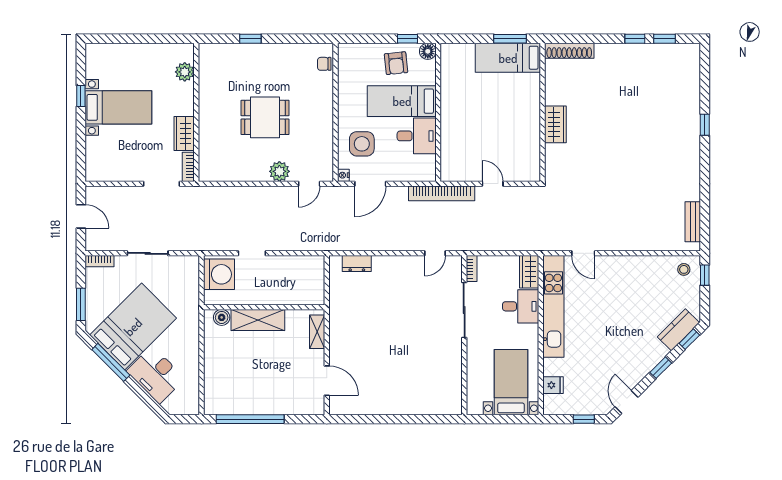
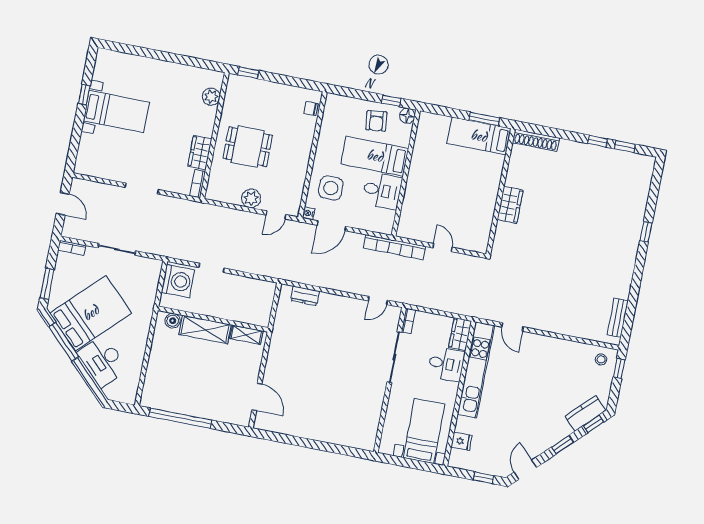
plant: (185, 72) -> (211, 97), moved
wall: (196, 112) -> (215, 135), moved
wardrobe: (184, 134) -> (200, 153), moved
bookcase: (188, 167) -> (198, 184), moved
shelving: (317, 332) -> (246, 335), moved, turned 90

